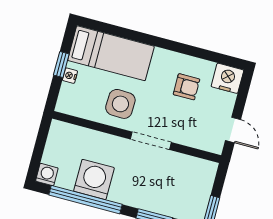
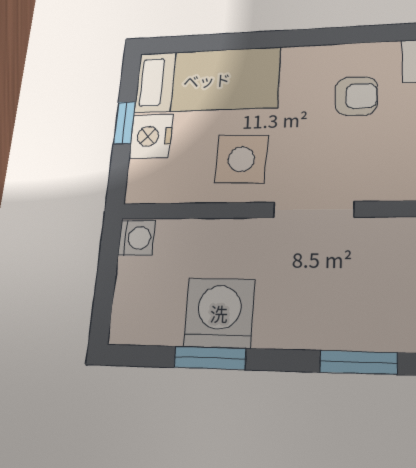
nightstand: (70, 76) -> (151, 136), width x1.89, depth x1.79
washing machine: (47, 175) -> (137, 238), moved, turned 90
window: (85, 200) -> (210, 358), width x0.47

